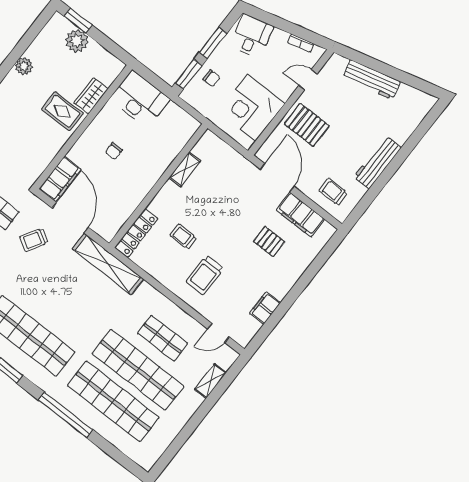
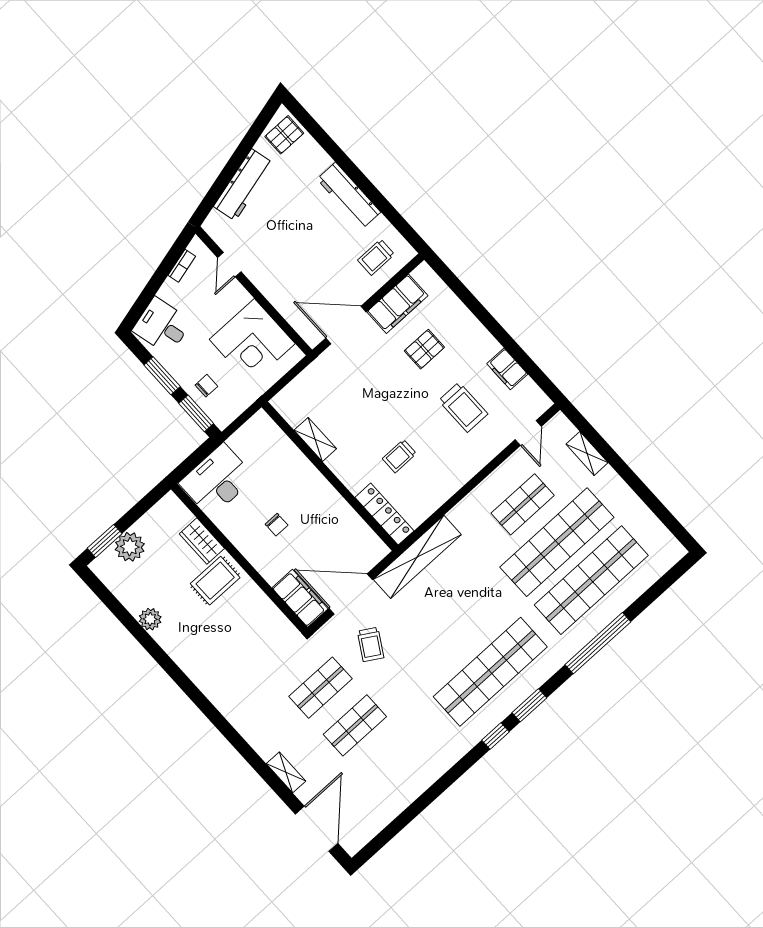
pallet: (307, 125) -> (284, 135), moved, width x0.67, depth x0.71
trolley: (205, 275) -> (463, 407), moved

